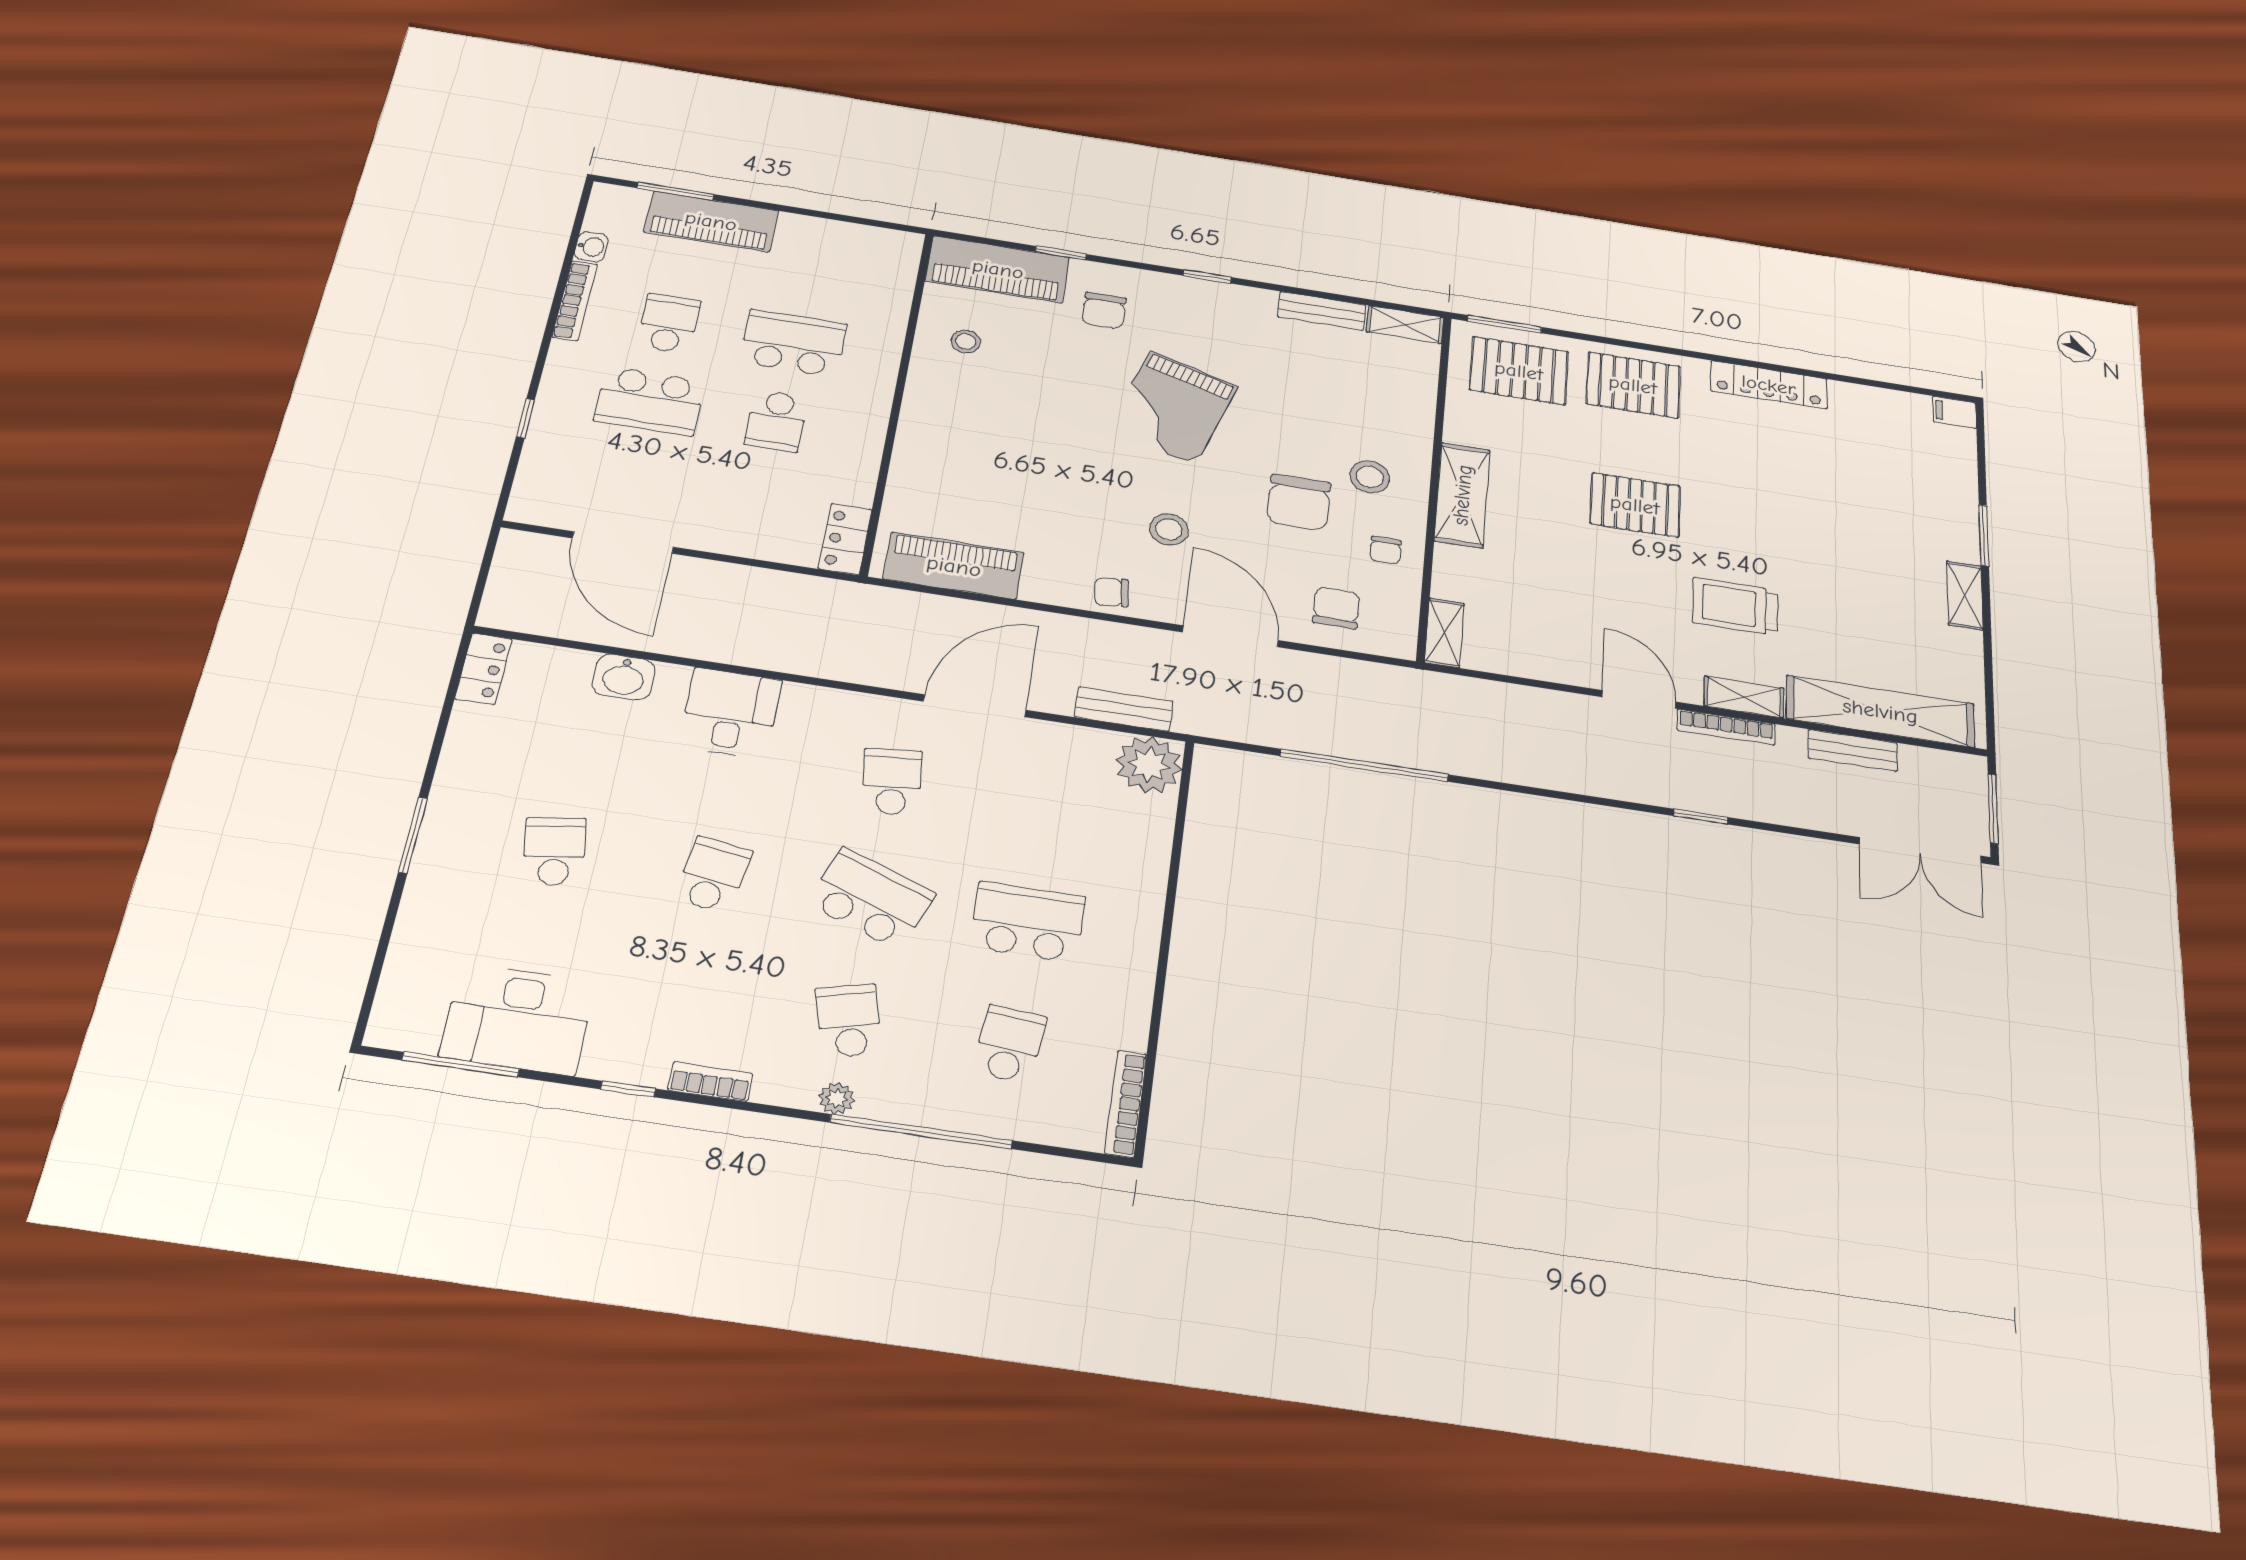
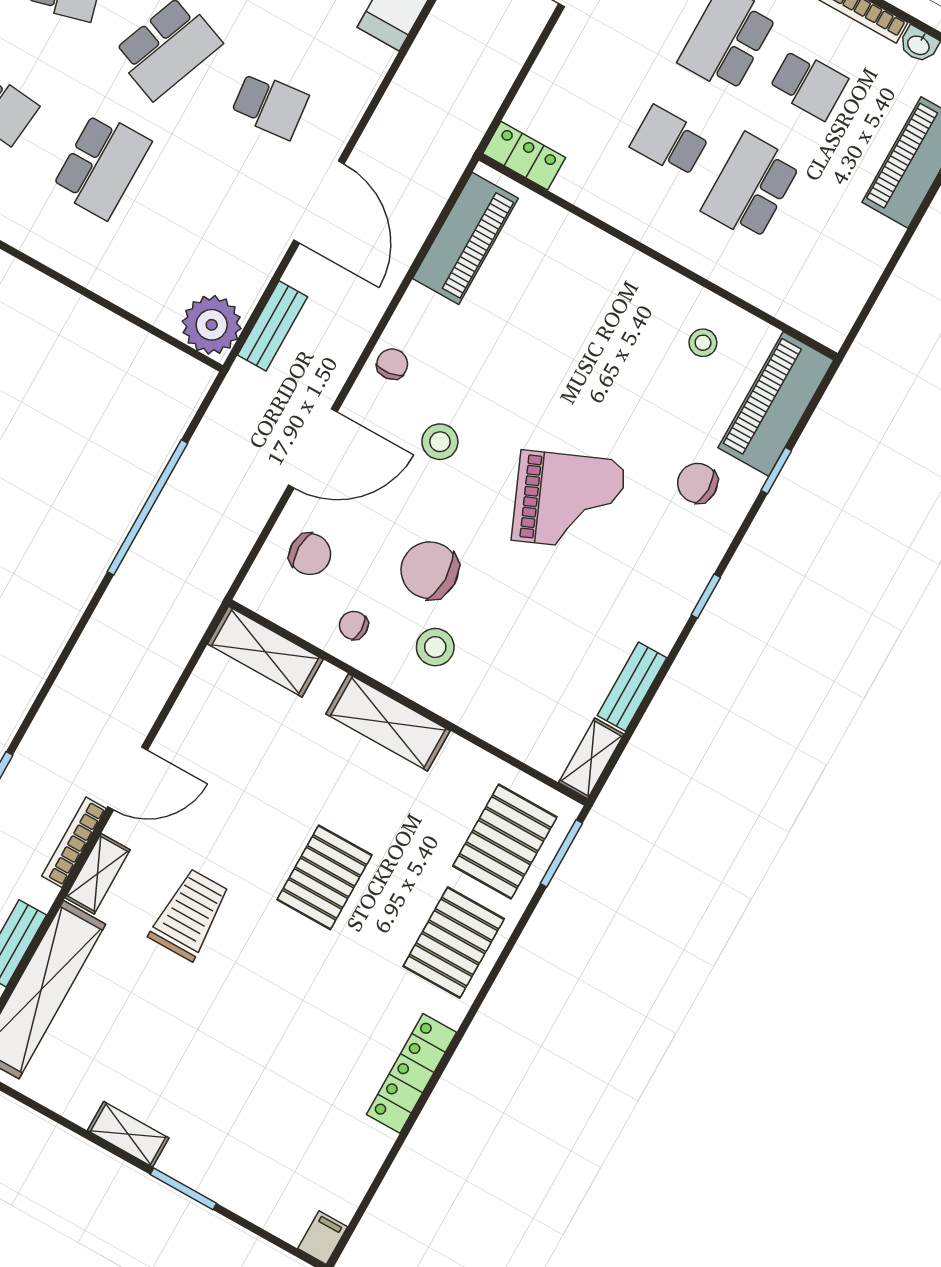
school desk: (793, 343) -> (751, 187), turned 180
grand piano: (1173, 408) -> (569, 501), turned 140
shelving: (1444, 633) -> (265, 652), width x1.50, depth x1.33

